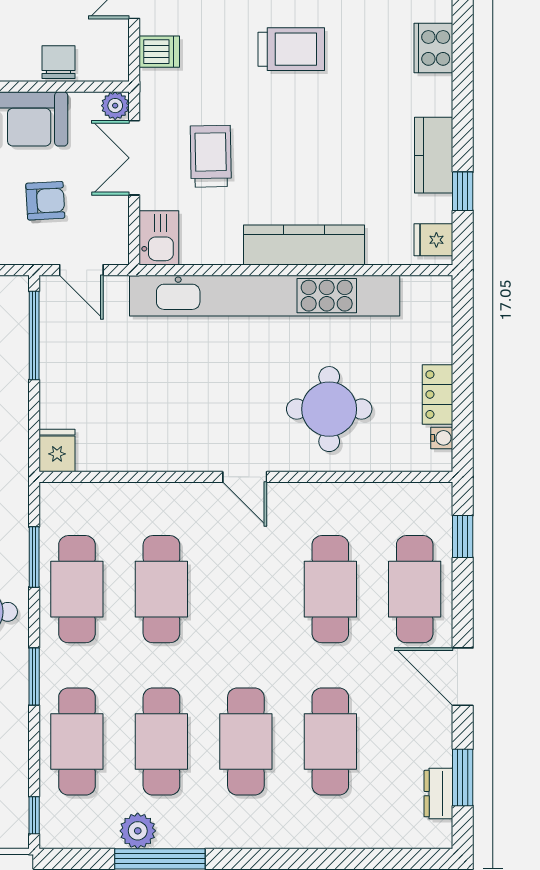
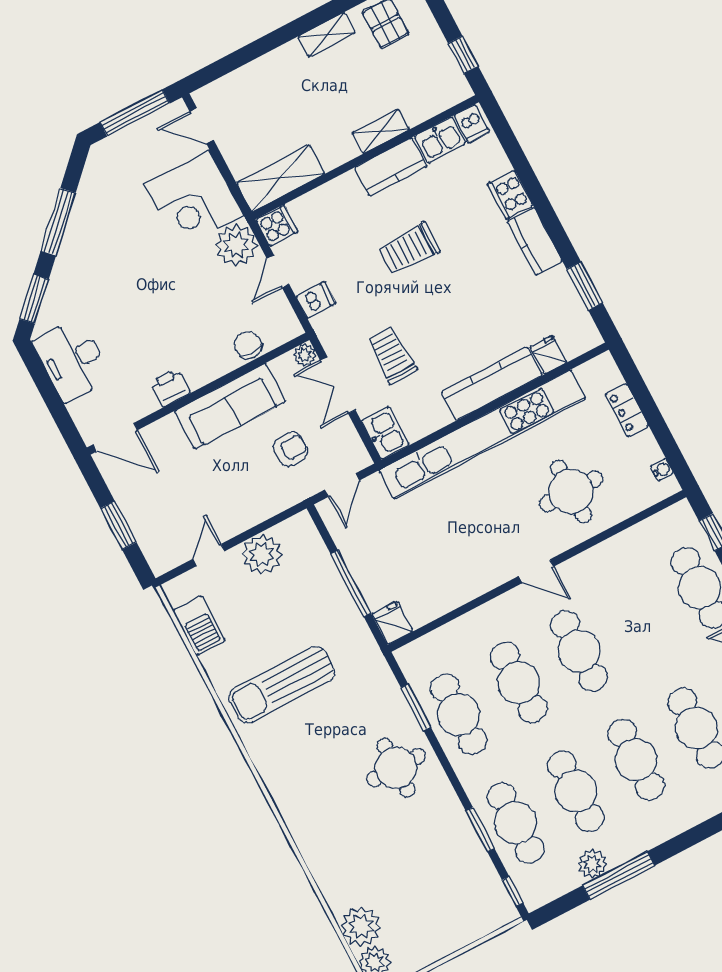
trolley: (291, 49) -> (409, 249), turned 180
kitchen counter: (434, 155) -> (535, 241), moved
window: (463, 191) -> (585, 286), width x1.50
fridge: (433, 240) -> (548, 355), moved, turned 90
door: (81, 270) -> (342, 485), hinge flipped
window: (34, 336) -> (351, 583), moved
locker: (438, 394) -> (627, 410), moved
cafe table: (330, 589) -> (579, 651), moved
window: (34, 676) -> (480, 830), moved

